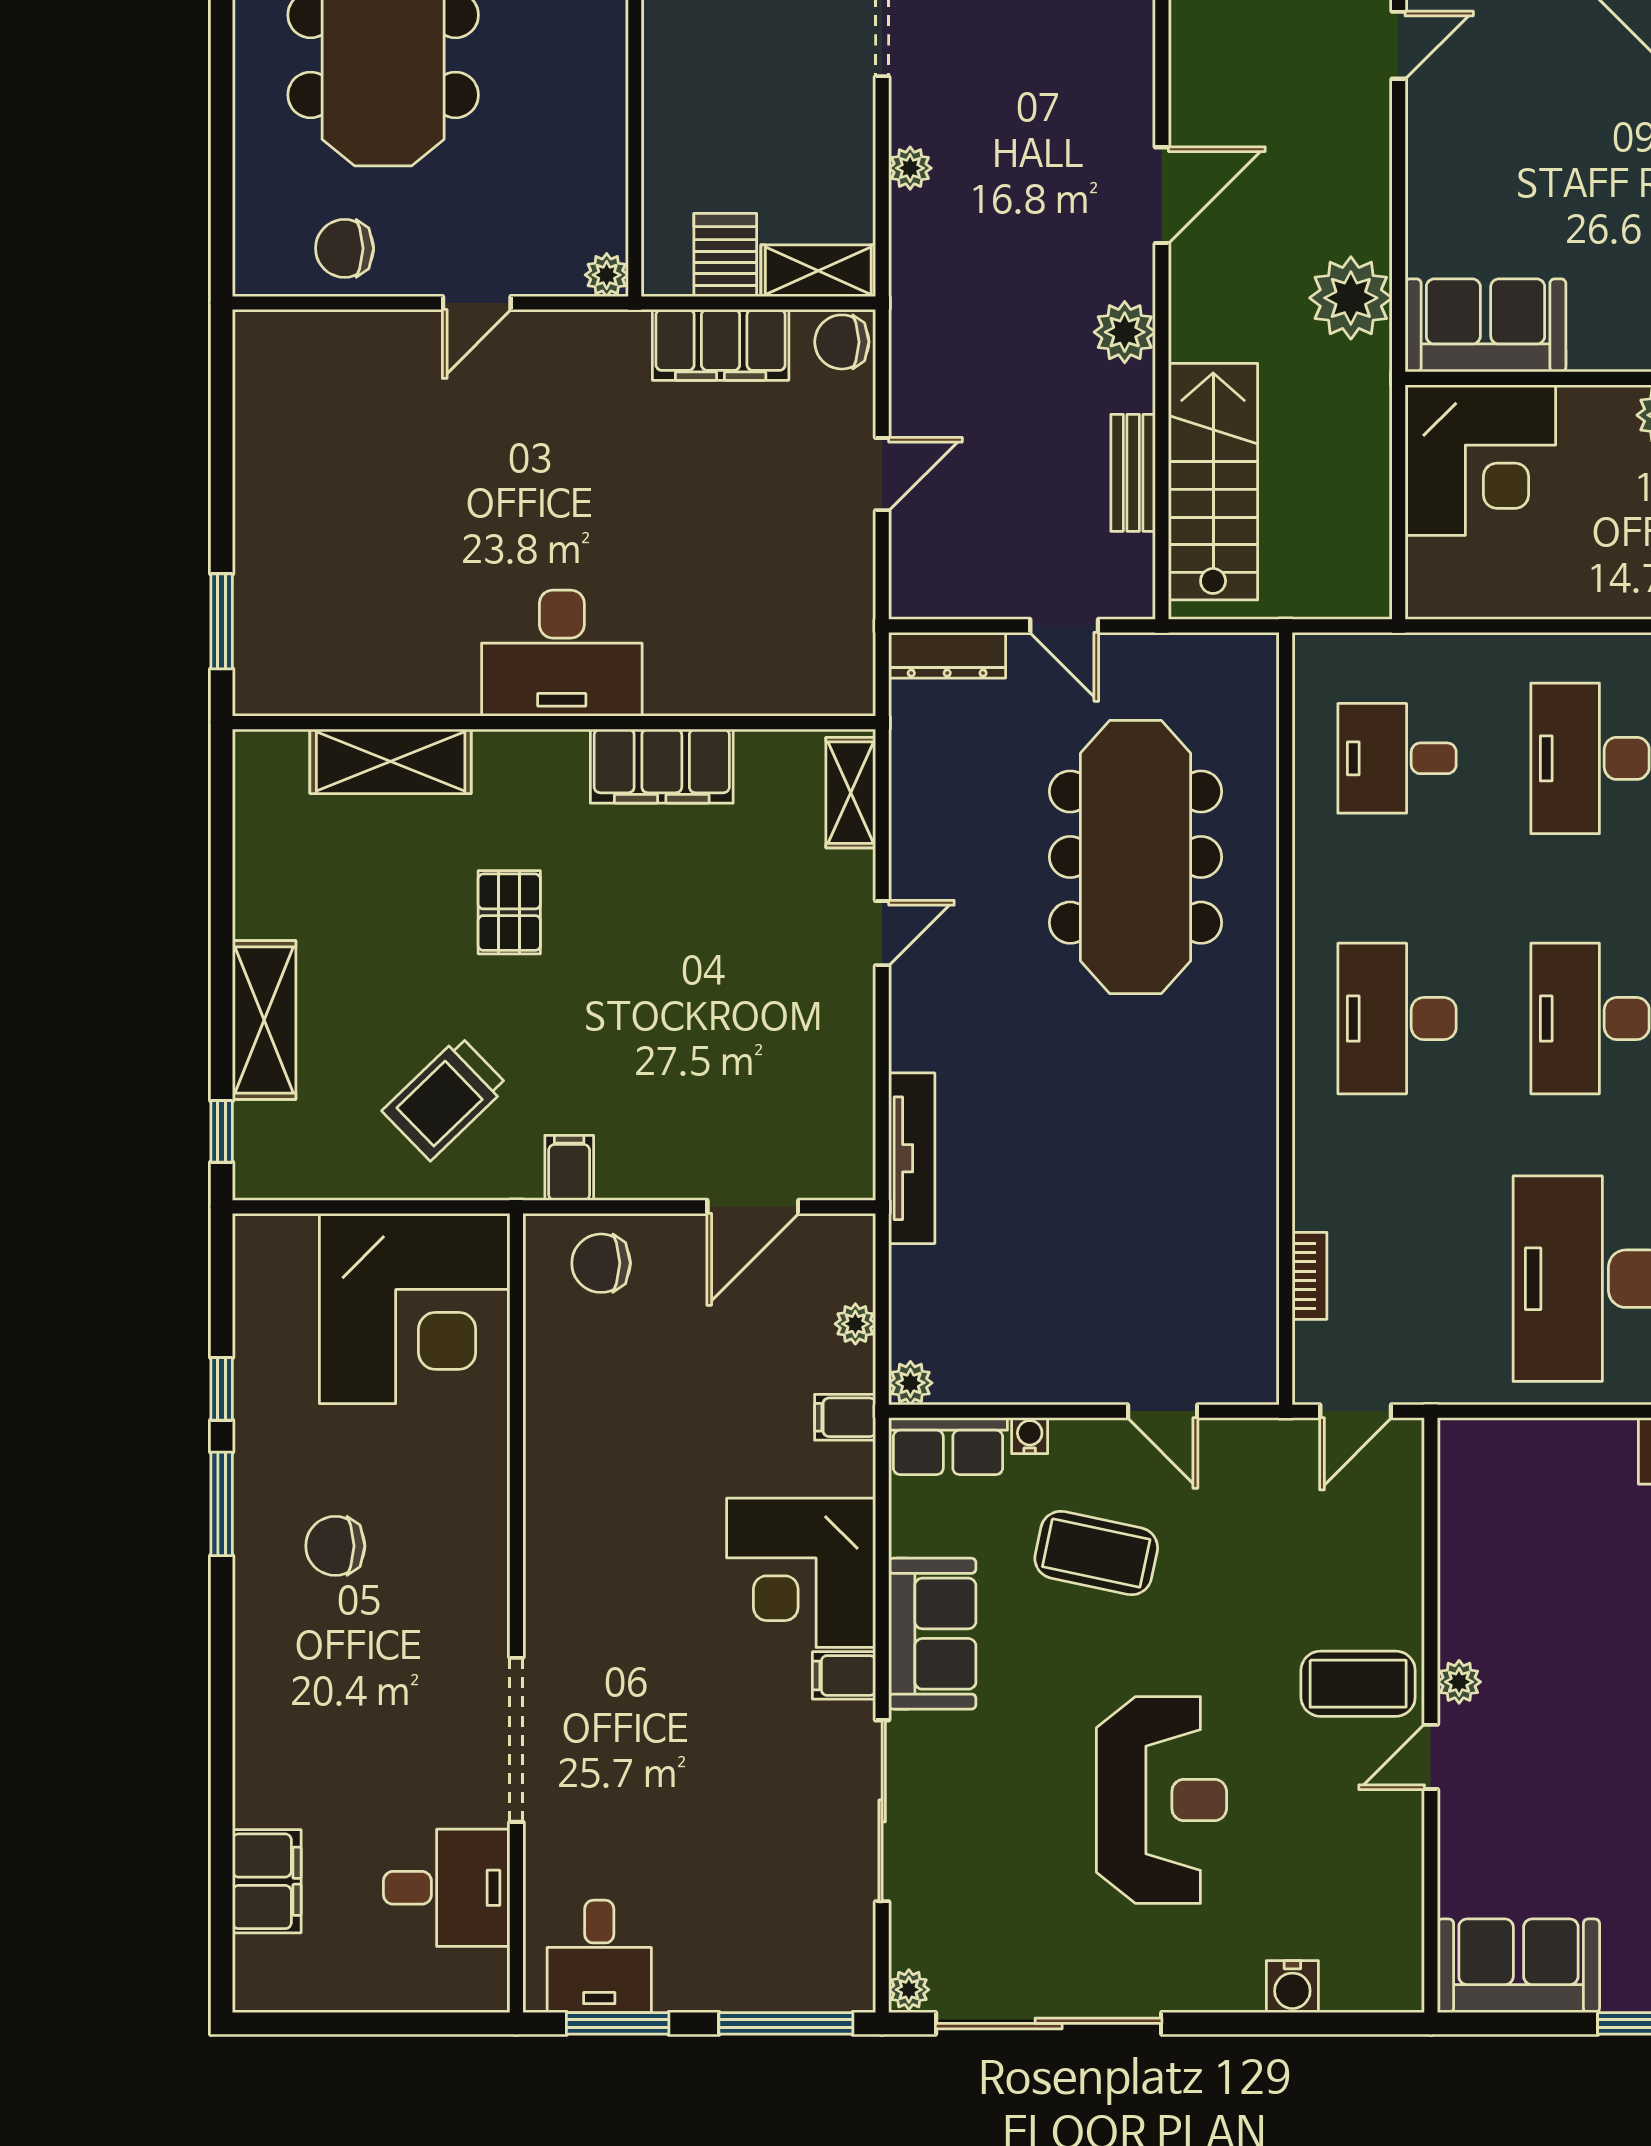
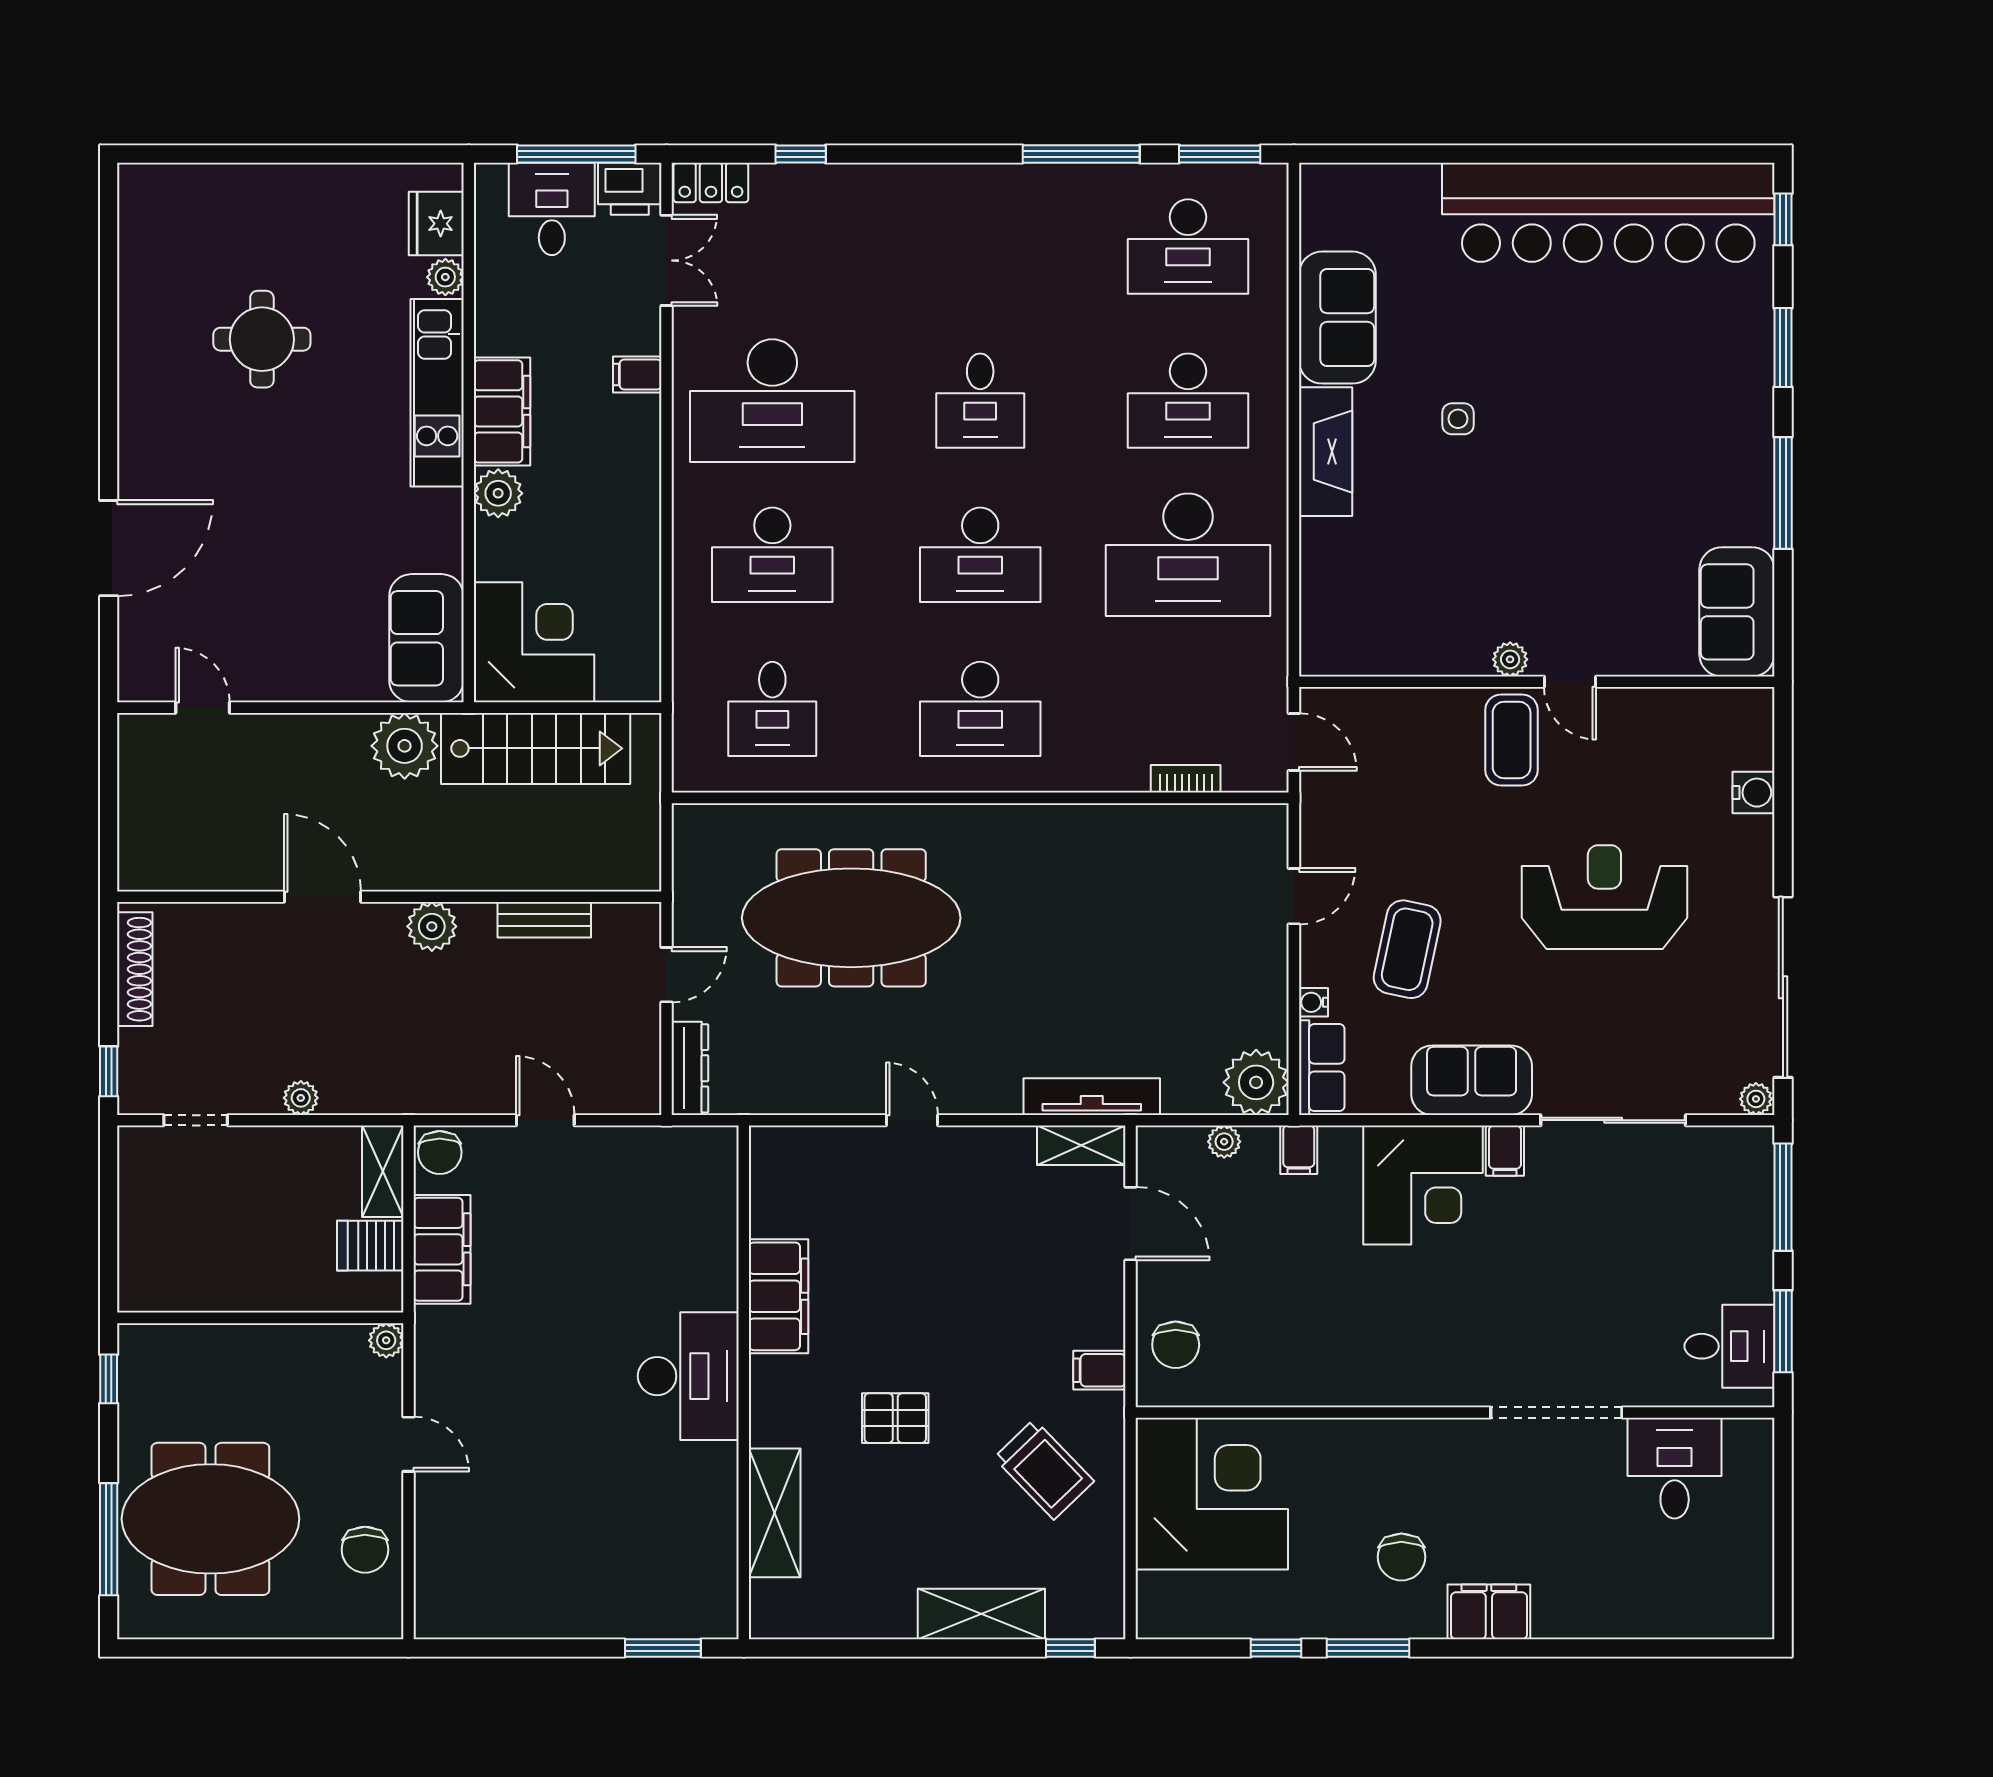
stairs: (1213, 482) -> (536, 748), moved, turned 180
shelving: (851, 793) -> (1081, 1145), moved
plant: (910, 1383) -> (1256, 1082), width x1.88, depth x1.88
filing cabinet: (267, 1881) -> (1489, 1612), moved

